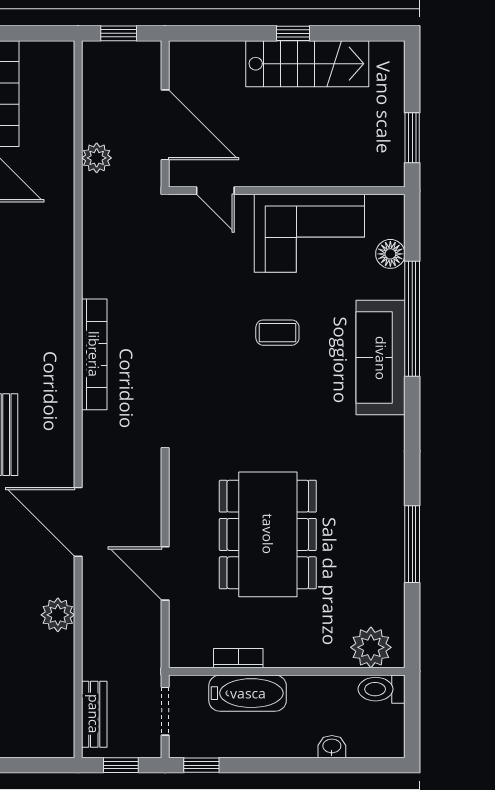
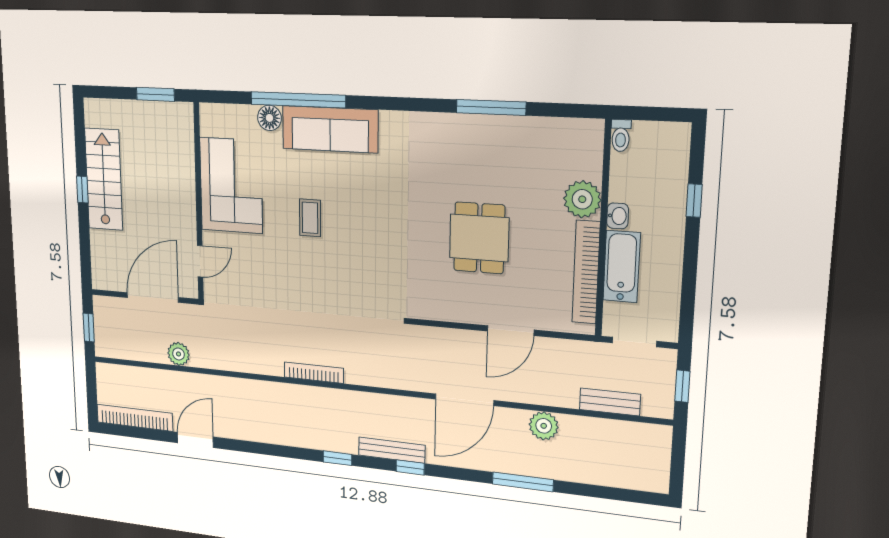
floor lamp: (390, 254) -> (269, 118), moved
bookcase: (94, 354) -> (314, 373), width x0.68, depth x0.76
dining table: (268, 534) -> (479, 238), width x0.53, depth x0.80
plant: (371, 647) -> (582, 199), moved
bookcase: (238, 658) -> (586, 272), width x2.31, depth x1.31
toilet: (382, 689) -> (621, 136), width x0.73, depth x0.72
bench: (94, 714) -> (610, 402), moved
washbasin: (332, 747) -> (618, 216), moved, turned 180
window: (201, 765) -> (694, 201), moved

